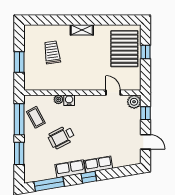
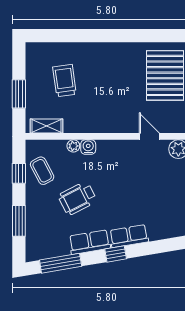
shelving: (82, 30) -> (47, 126), moved
window: (19, 119) -> (19, 173), width x0.46

